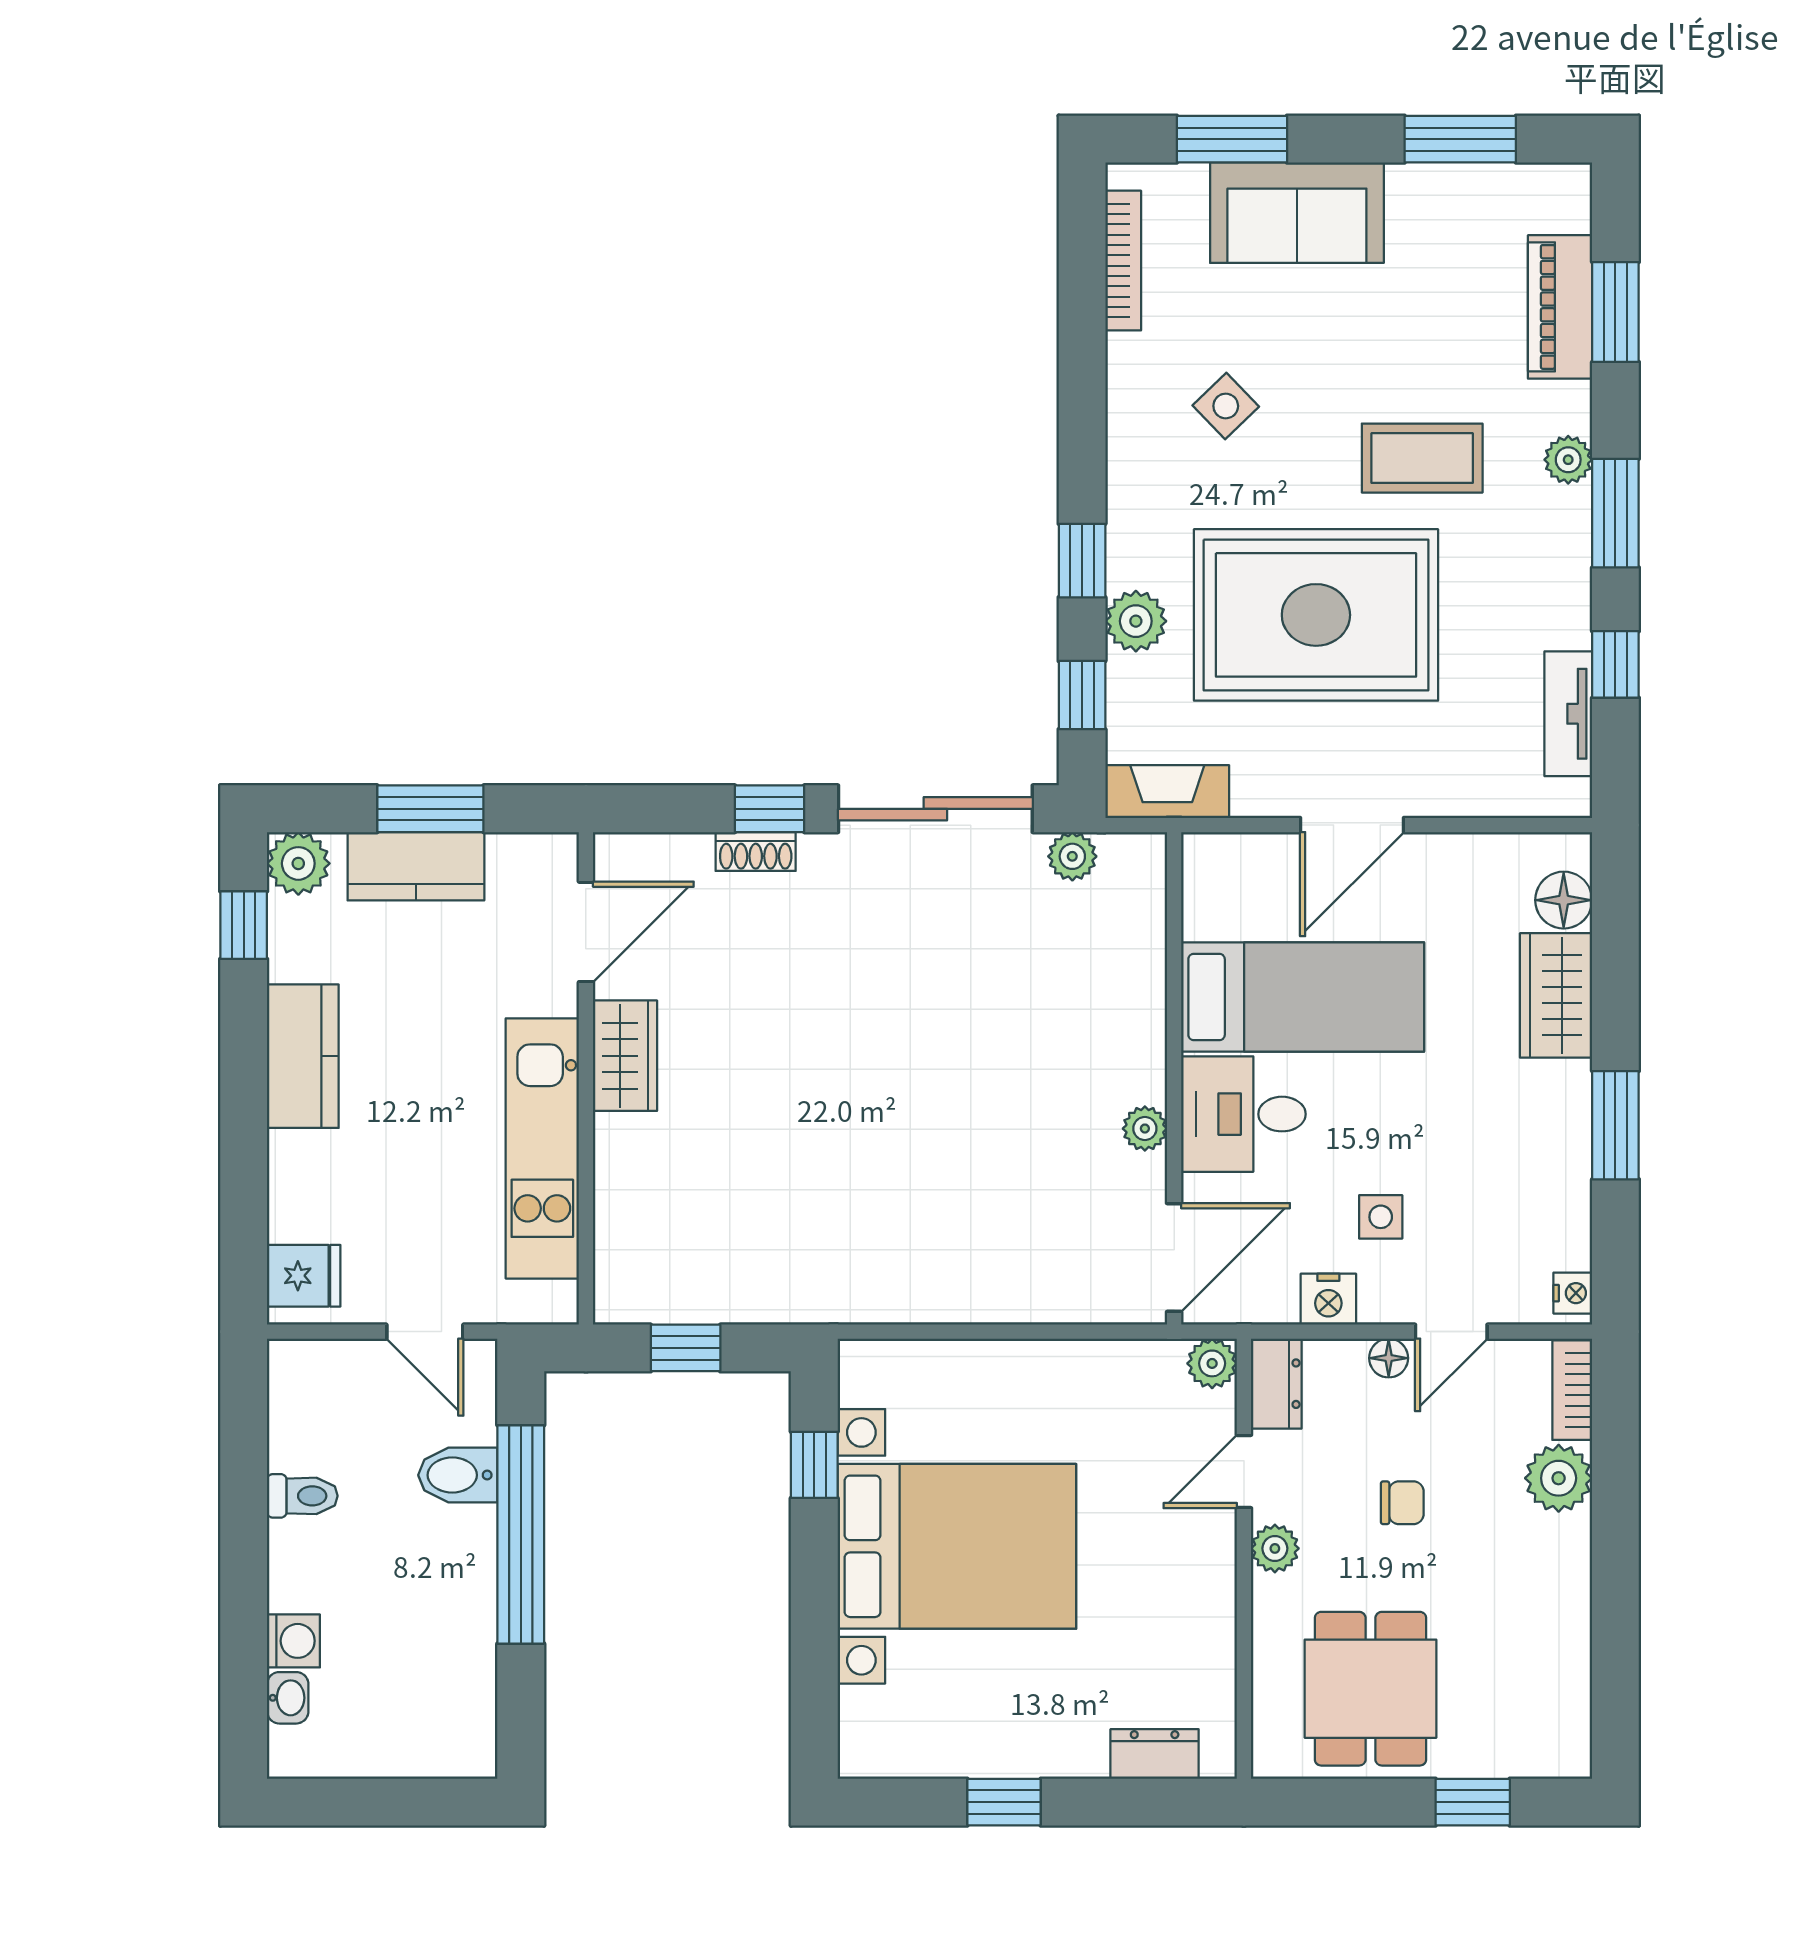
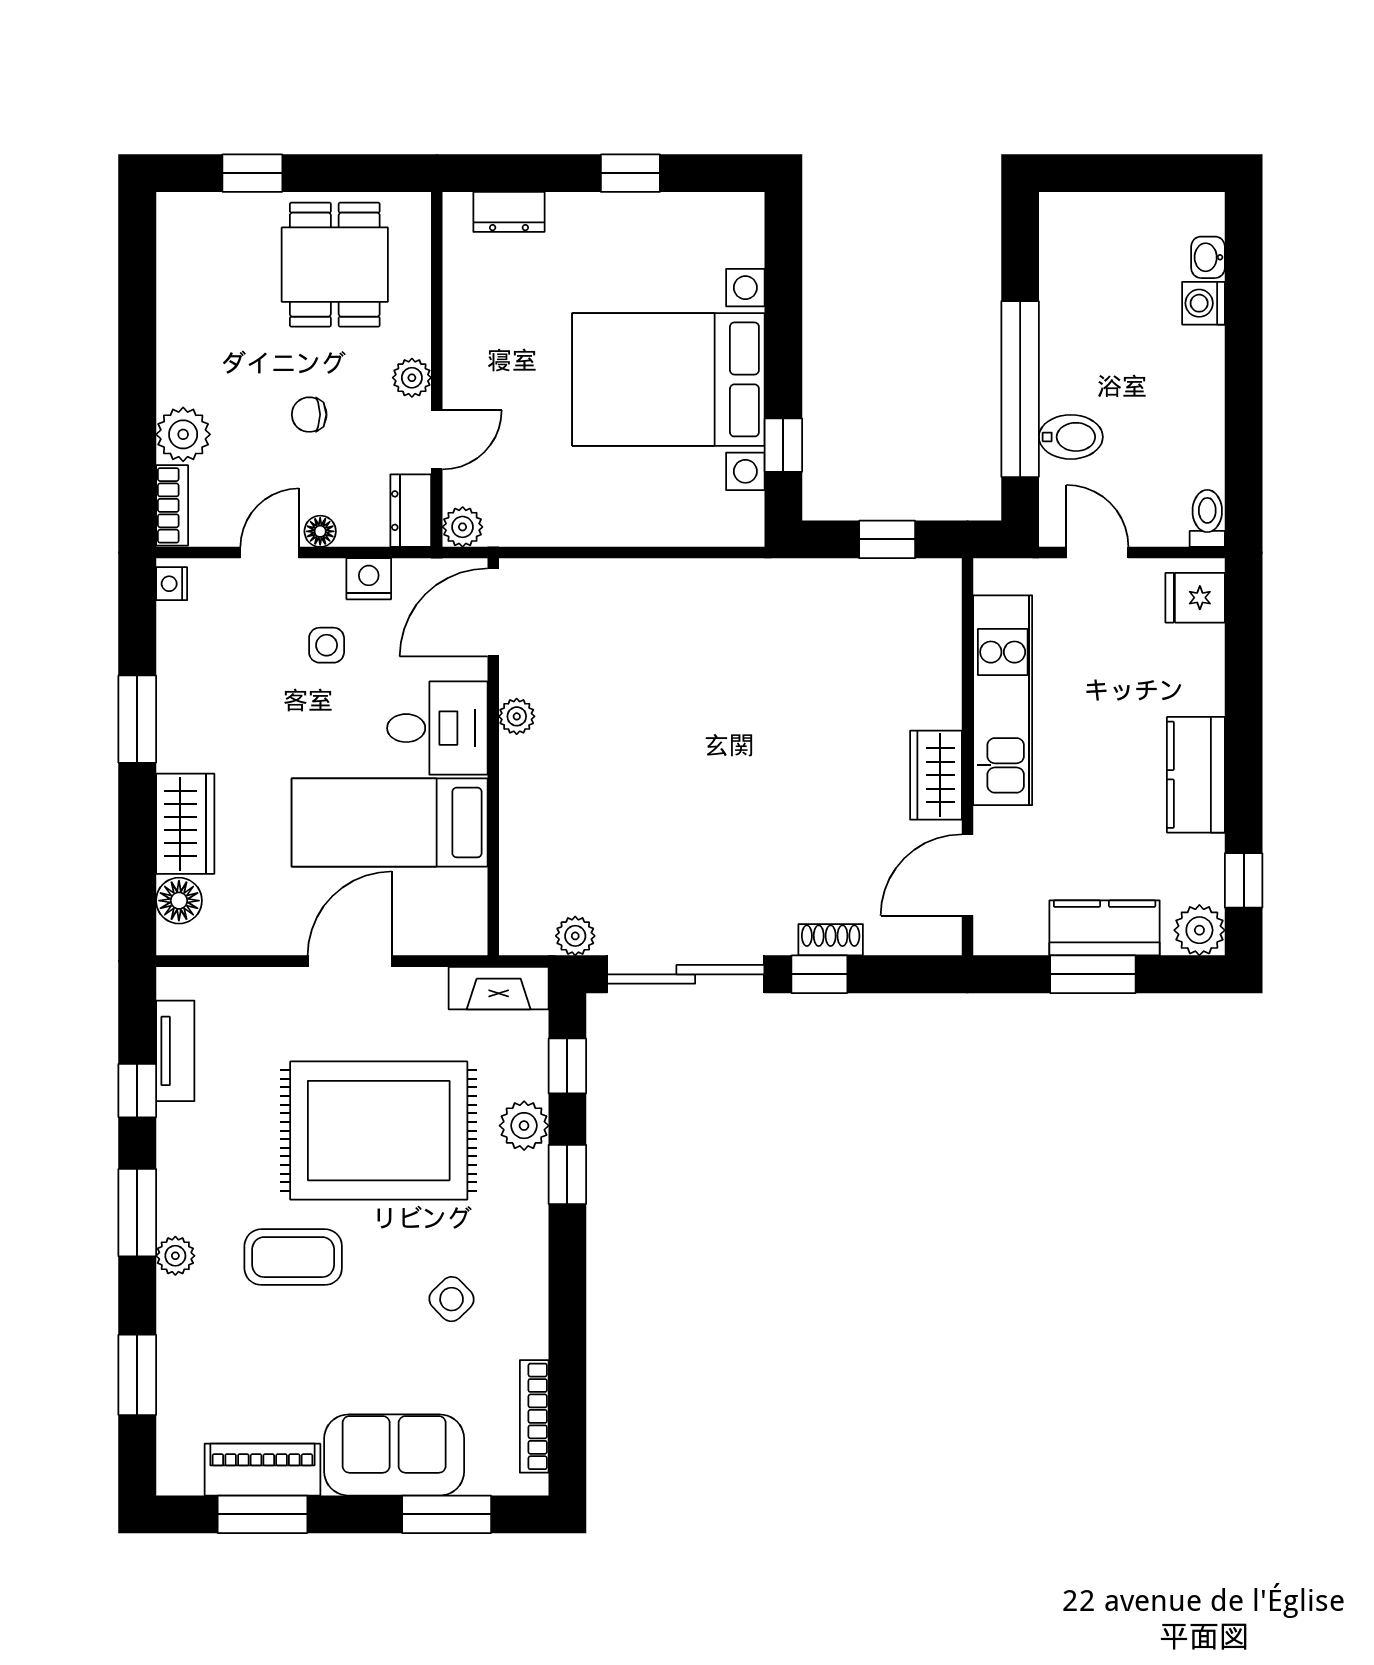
piano: (1560, 307) -> (262, 1470), moved, turned -90
toilet: (302, 1496) -> (1207, 518), moved, turned 90

